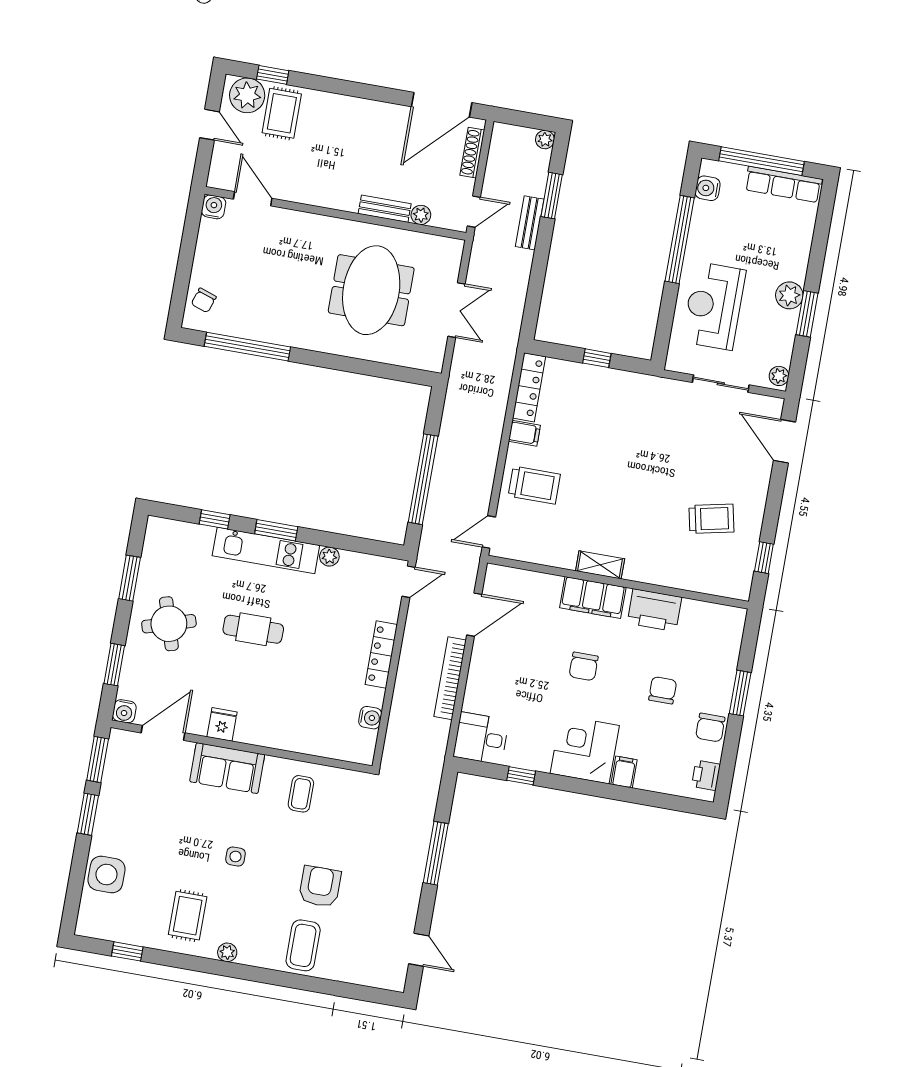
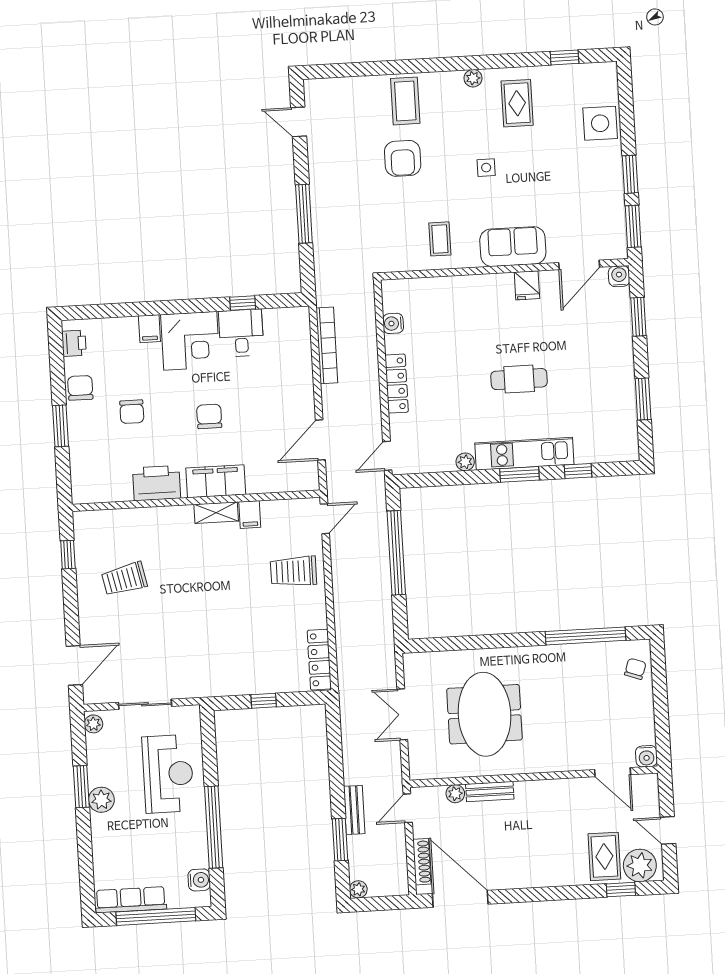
door: (442, 105) -> (460, 899), hinge flipped
filing cabinet: (524, 433) -> (250, 515), moved, turned -90
door: (785, 441) -> (74, 665), hinge flipped
round table: (169, 624) -> (597, 366), removed
bookcase: (450, 678) -> (327, 345), moved
desk: (481, 738) -> (241, 333), moved, turned -90

